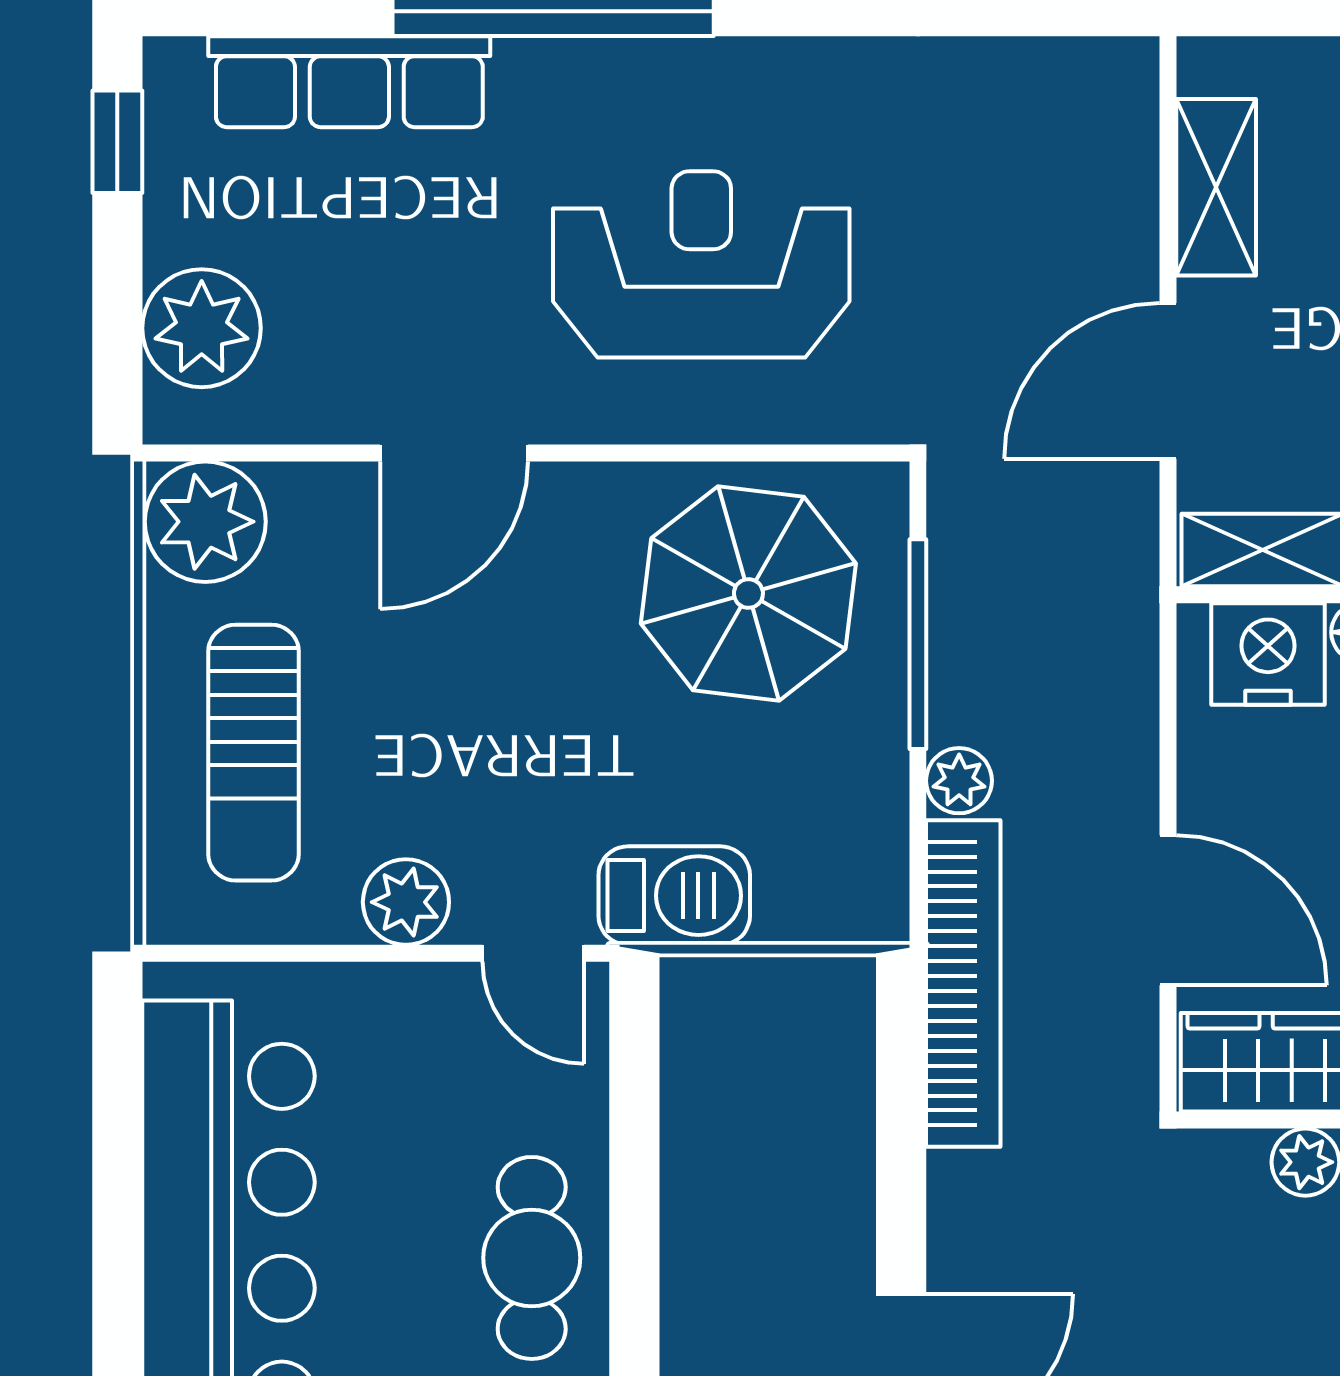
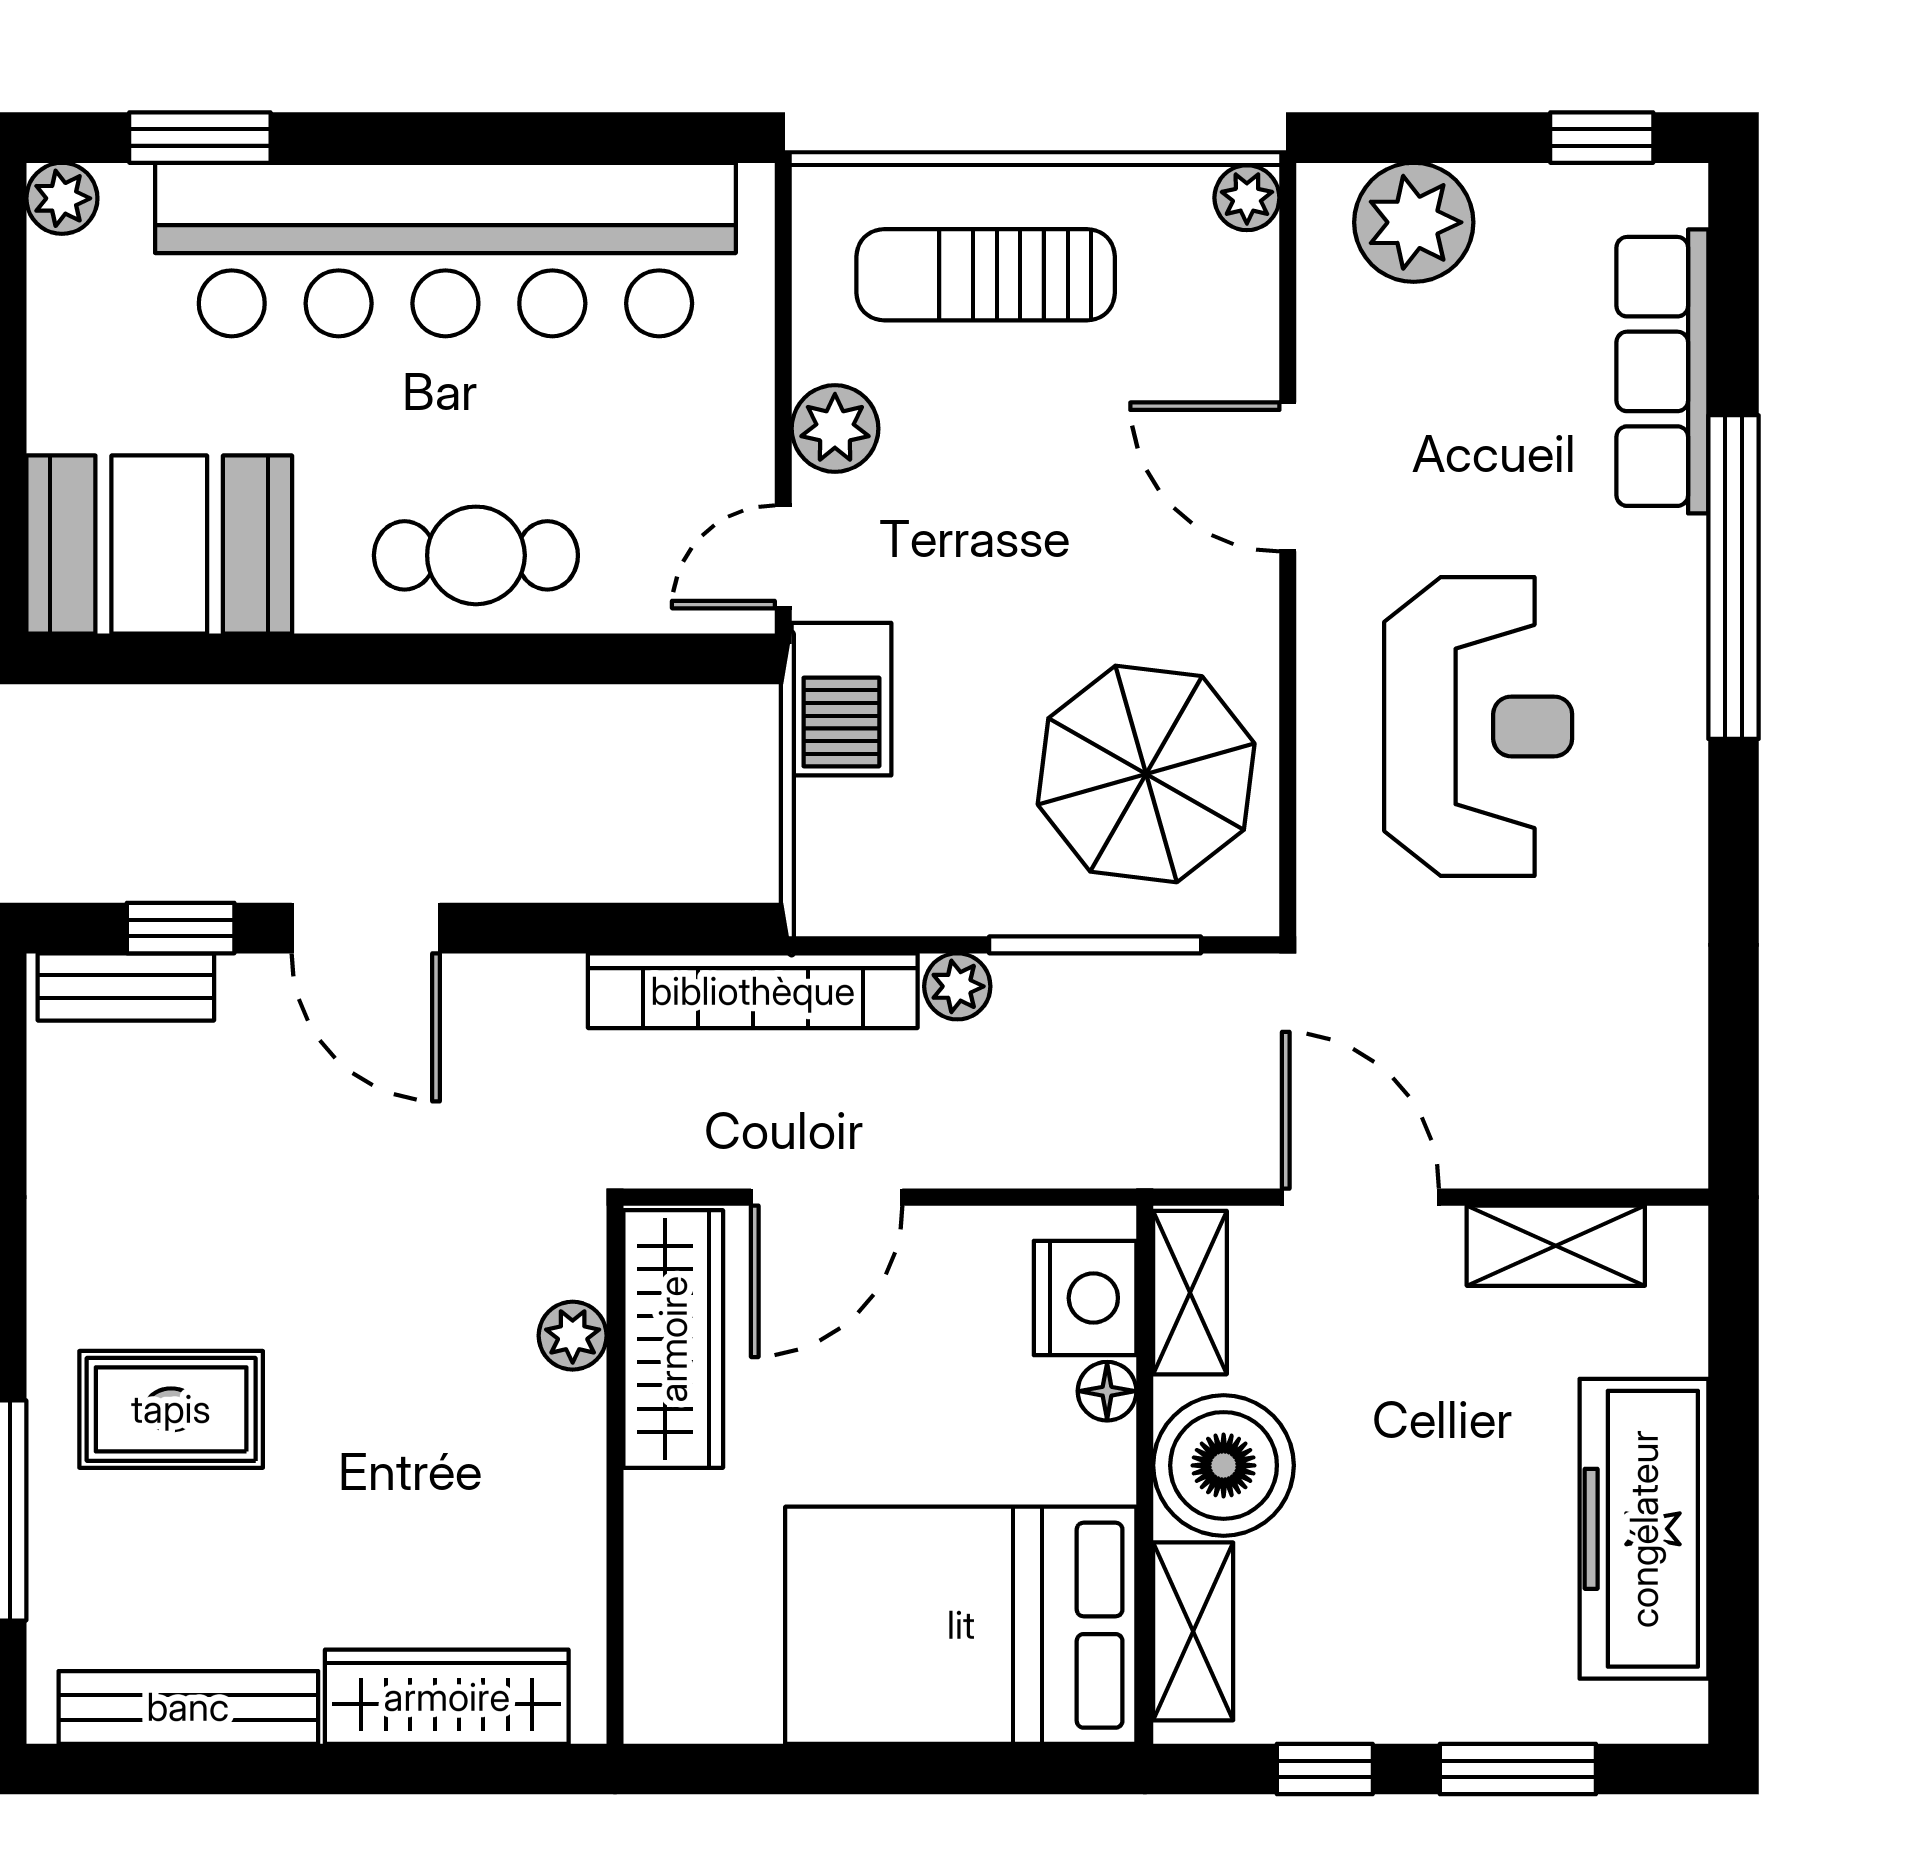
plant: (205, 522) -> (1247, 198), width x0.53, depth x0.53

